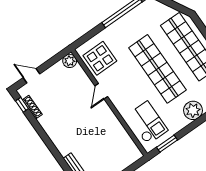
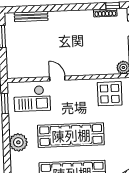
door: (101, 91) -> (57, 78), moved

